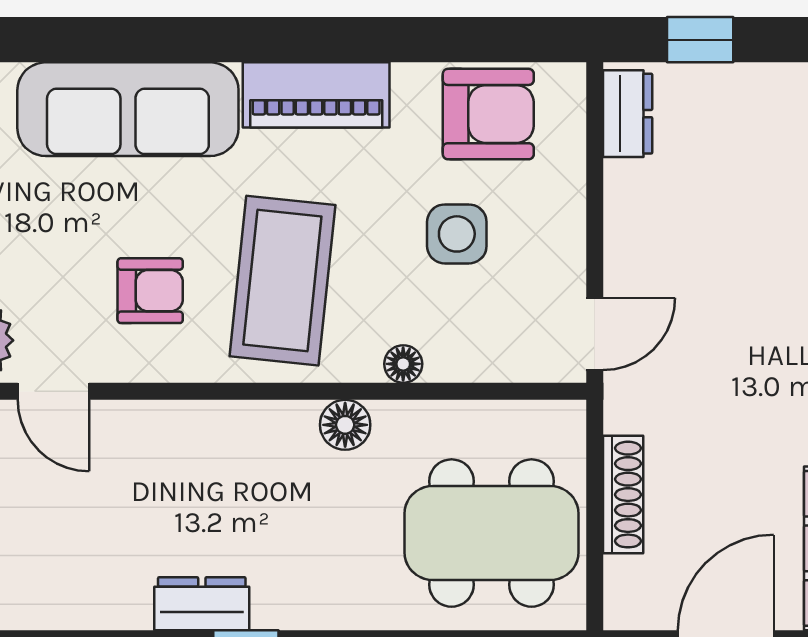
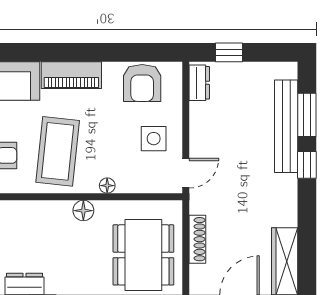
armchair: (488, 114) -> (142, 83), turned 90
side table: (457, 234) -> (154, 139), moved
dining table: (491, 533) -> (143, 255), turned 90

